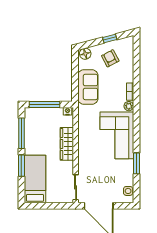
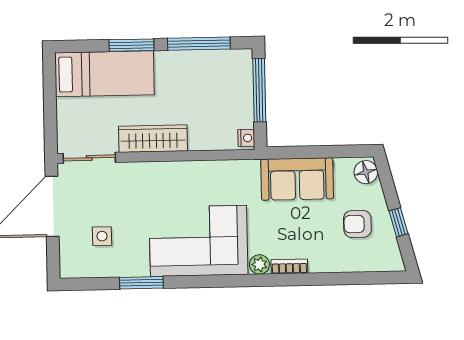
armchair: (110, 58) -> (357, 224), turned -152
wardrobe: (67, 144) -> (153, 139), moved
side table: (128, 191) -> (102, 236), moved

